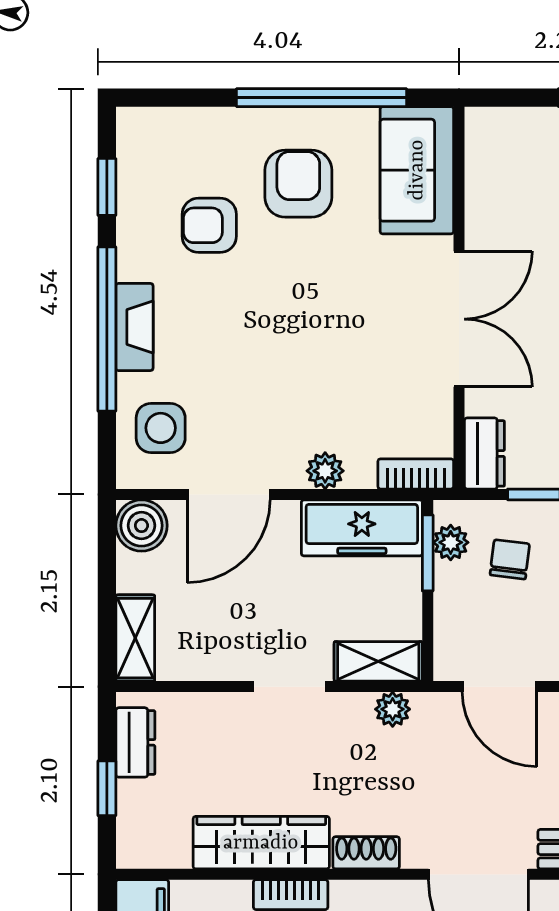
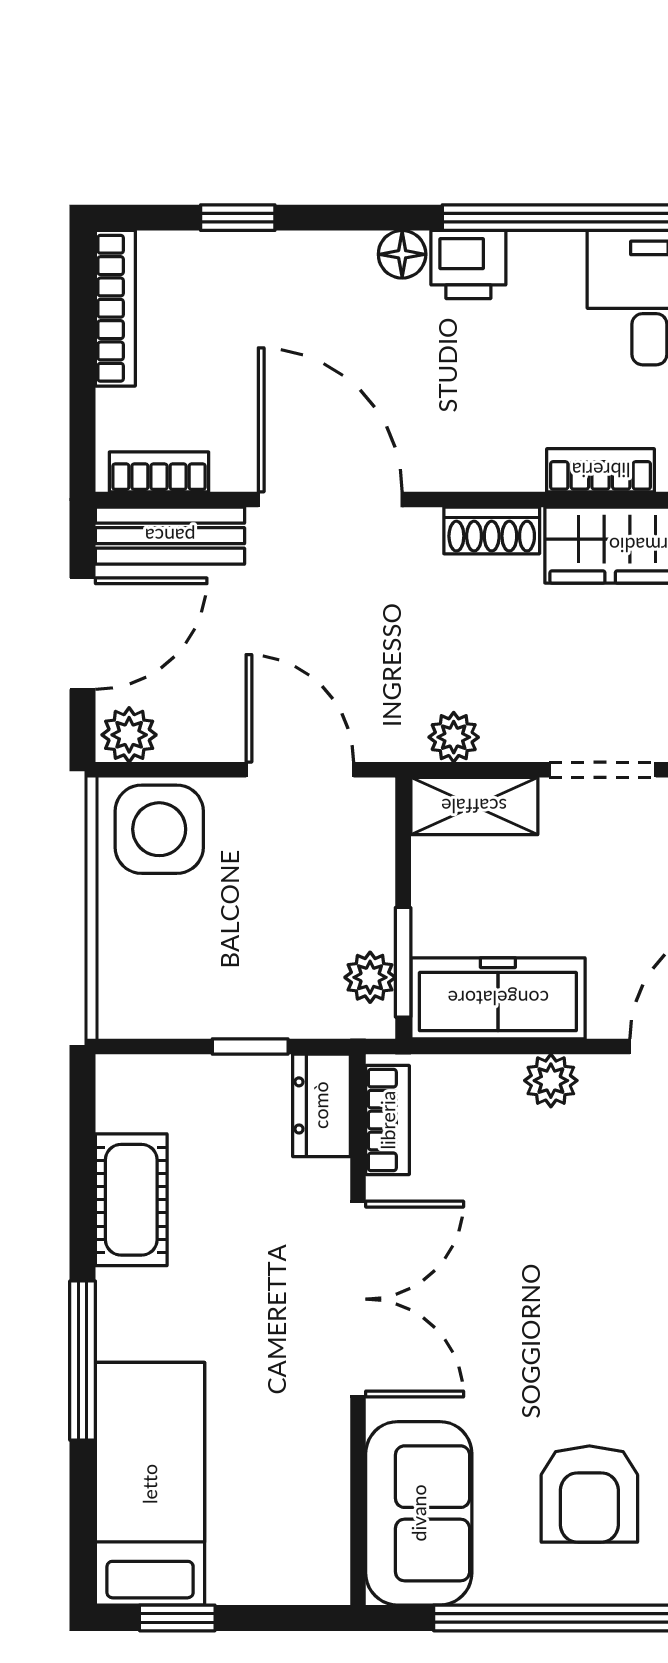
double door: (459, 319) -> (358, 1299), swing flipped
bookcase: (416, 474) -> (388, 1120), moved, turned -90
chair: (510, 559) -> (285, 953), removed

